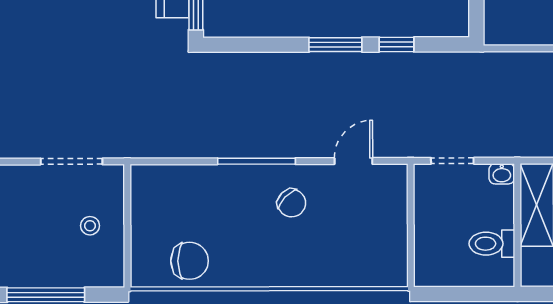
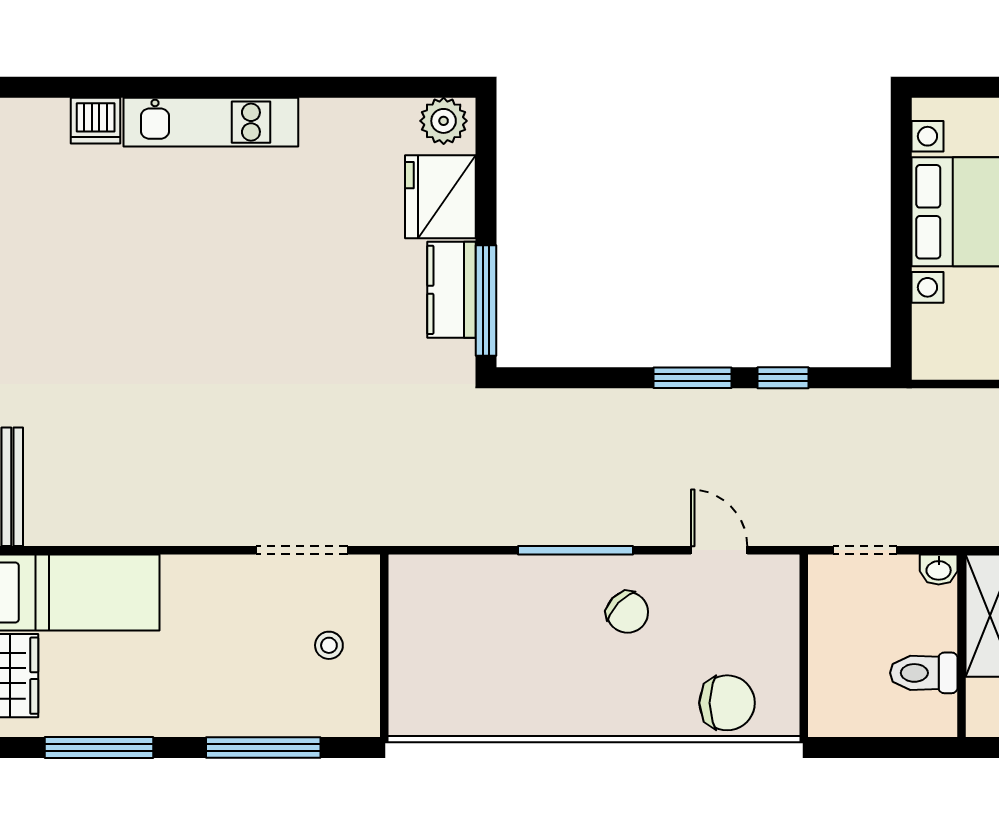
door: (353, 161) -> (719, 550), hinge flipped
chair: (190, 261) -> (727, 703), moved

